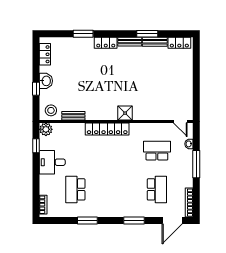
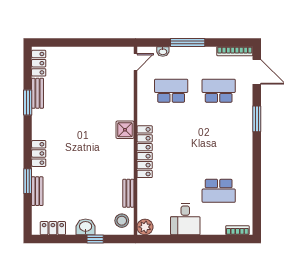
bench: (130, 42) -> (37, 191), moved
window: (36, 146) -> (165, 239), removed
school desk: (157, 151) -> (171, 91), turned 90
window: (87, 221) -> (257, 176), removed

